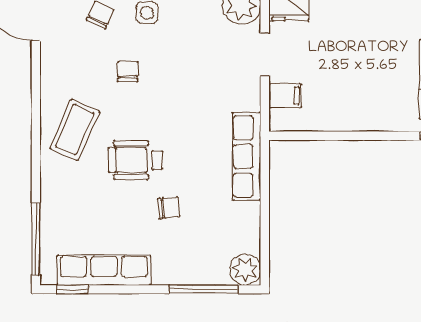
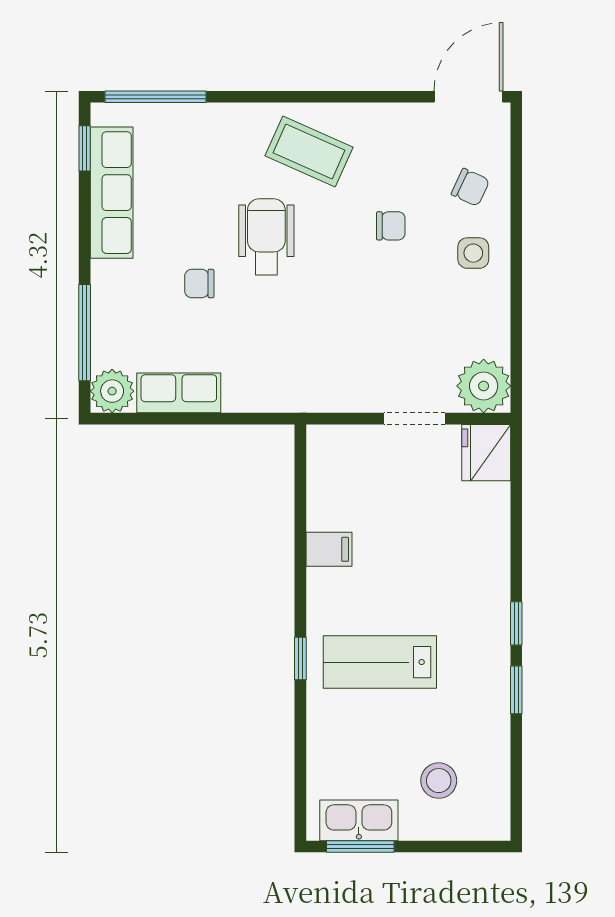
filing cabinet: (285, 96) -> (329, 549), moved, turned -90
row of seats: (246, 156) -> (179, 393), moved, width x0.68
chair: (169, 208) -> (199, 284), turned 96

